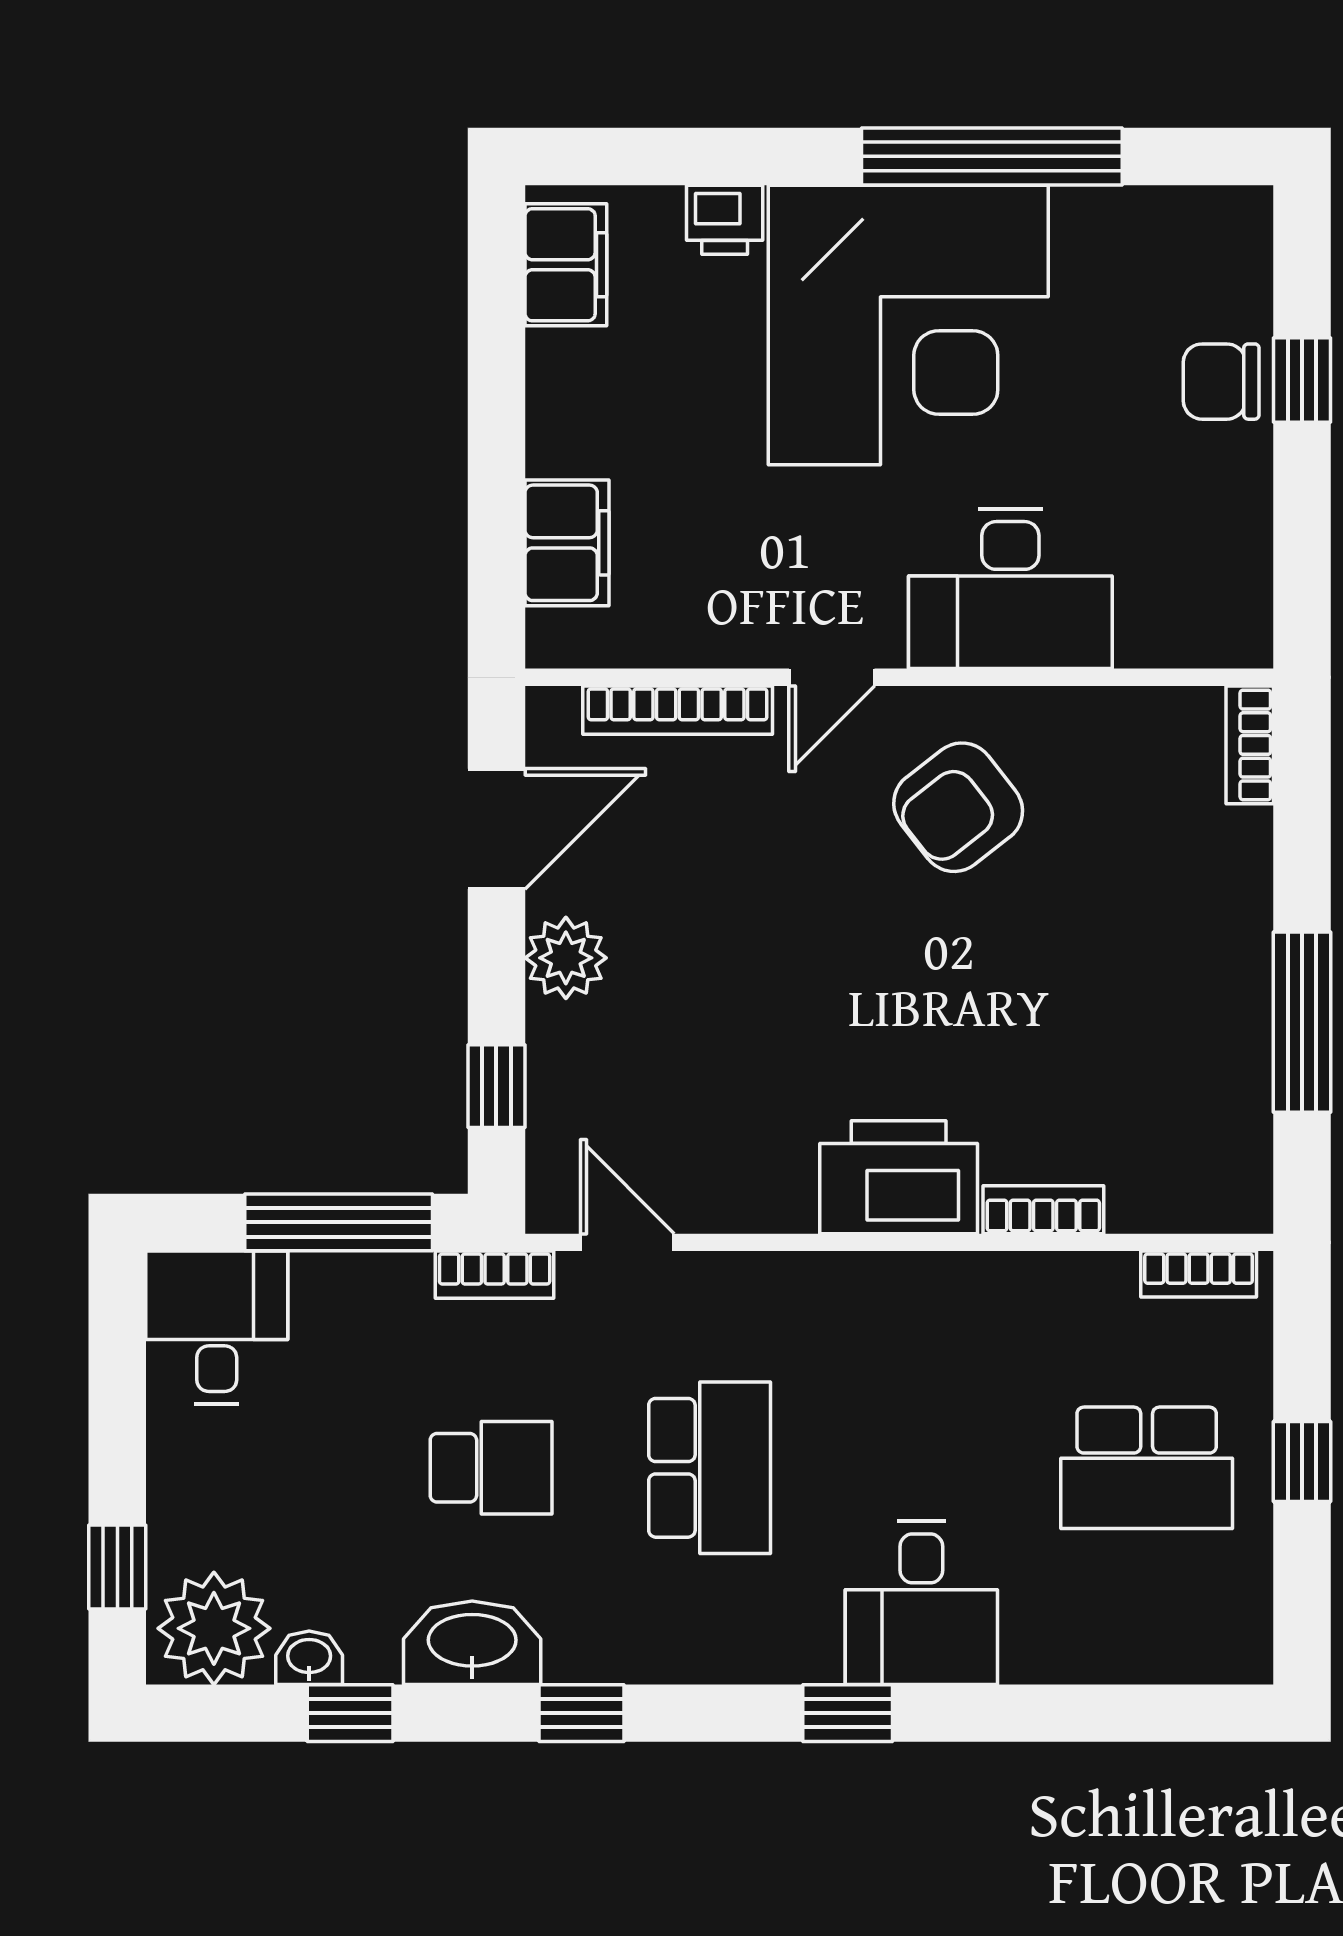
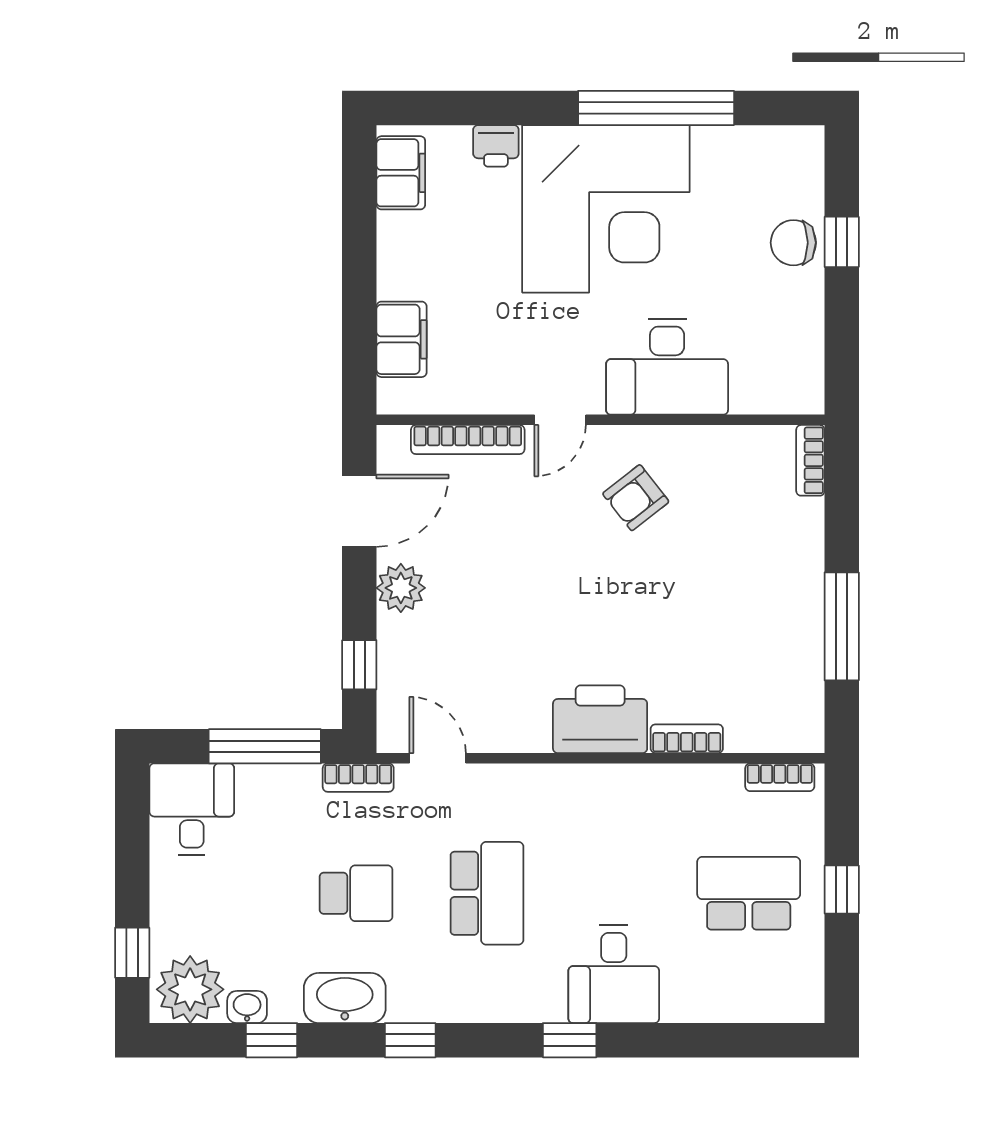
armchair: (958, 807) -> (636, 498), width x0.72, depth x0.72
school desk: (1147, 1468) -> (749, 893), turned 180

